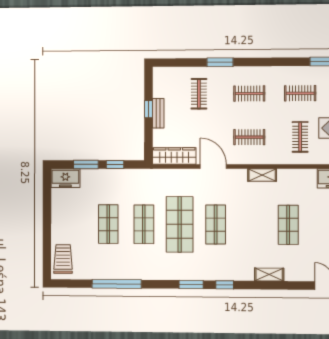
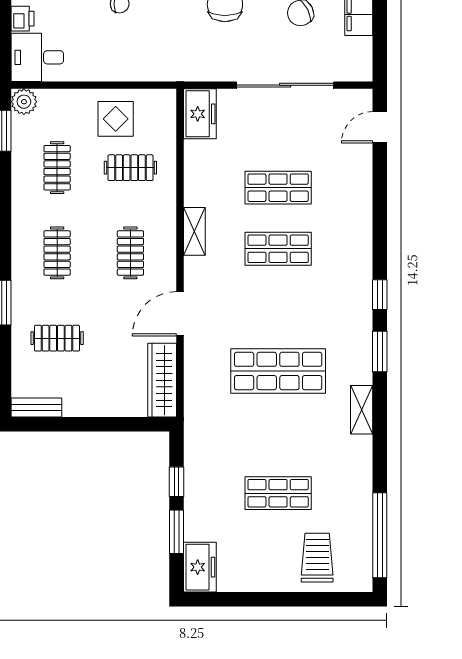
window: (148, 109) -> (83, 424), removed
bench: (158, 113) -> (36, 408), moved
shop shelf: (144, 224) -> (278, 432), removed
shop shelf: (216, 225) -> (278, 249), moved
trolley: (63, 259) -> (317, 558), moved, turned 90
shelving: (269, 274) -> (362, 410), moved
window: (117, 284) -> (380, 535), moved

